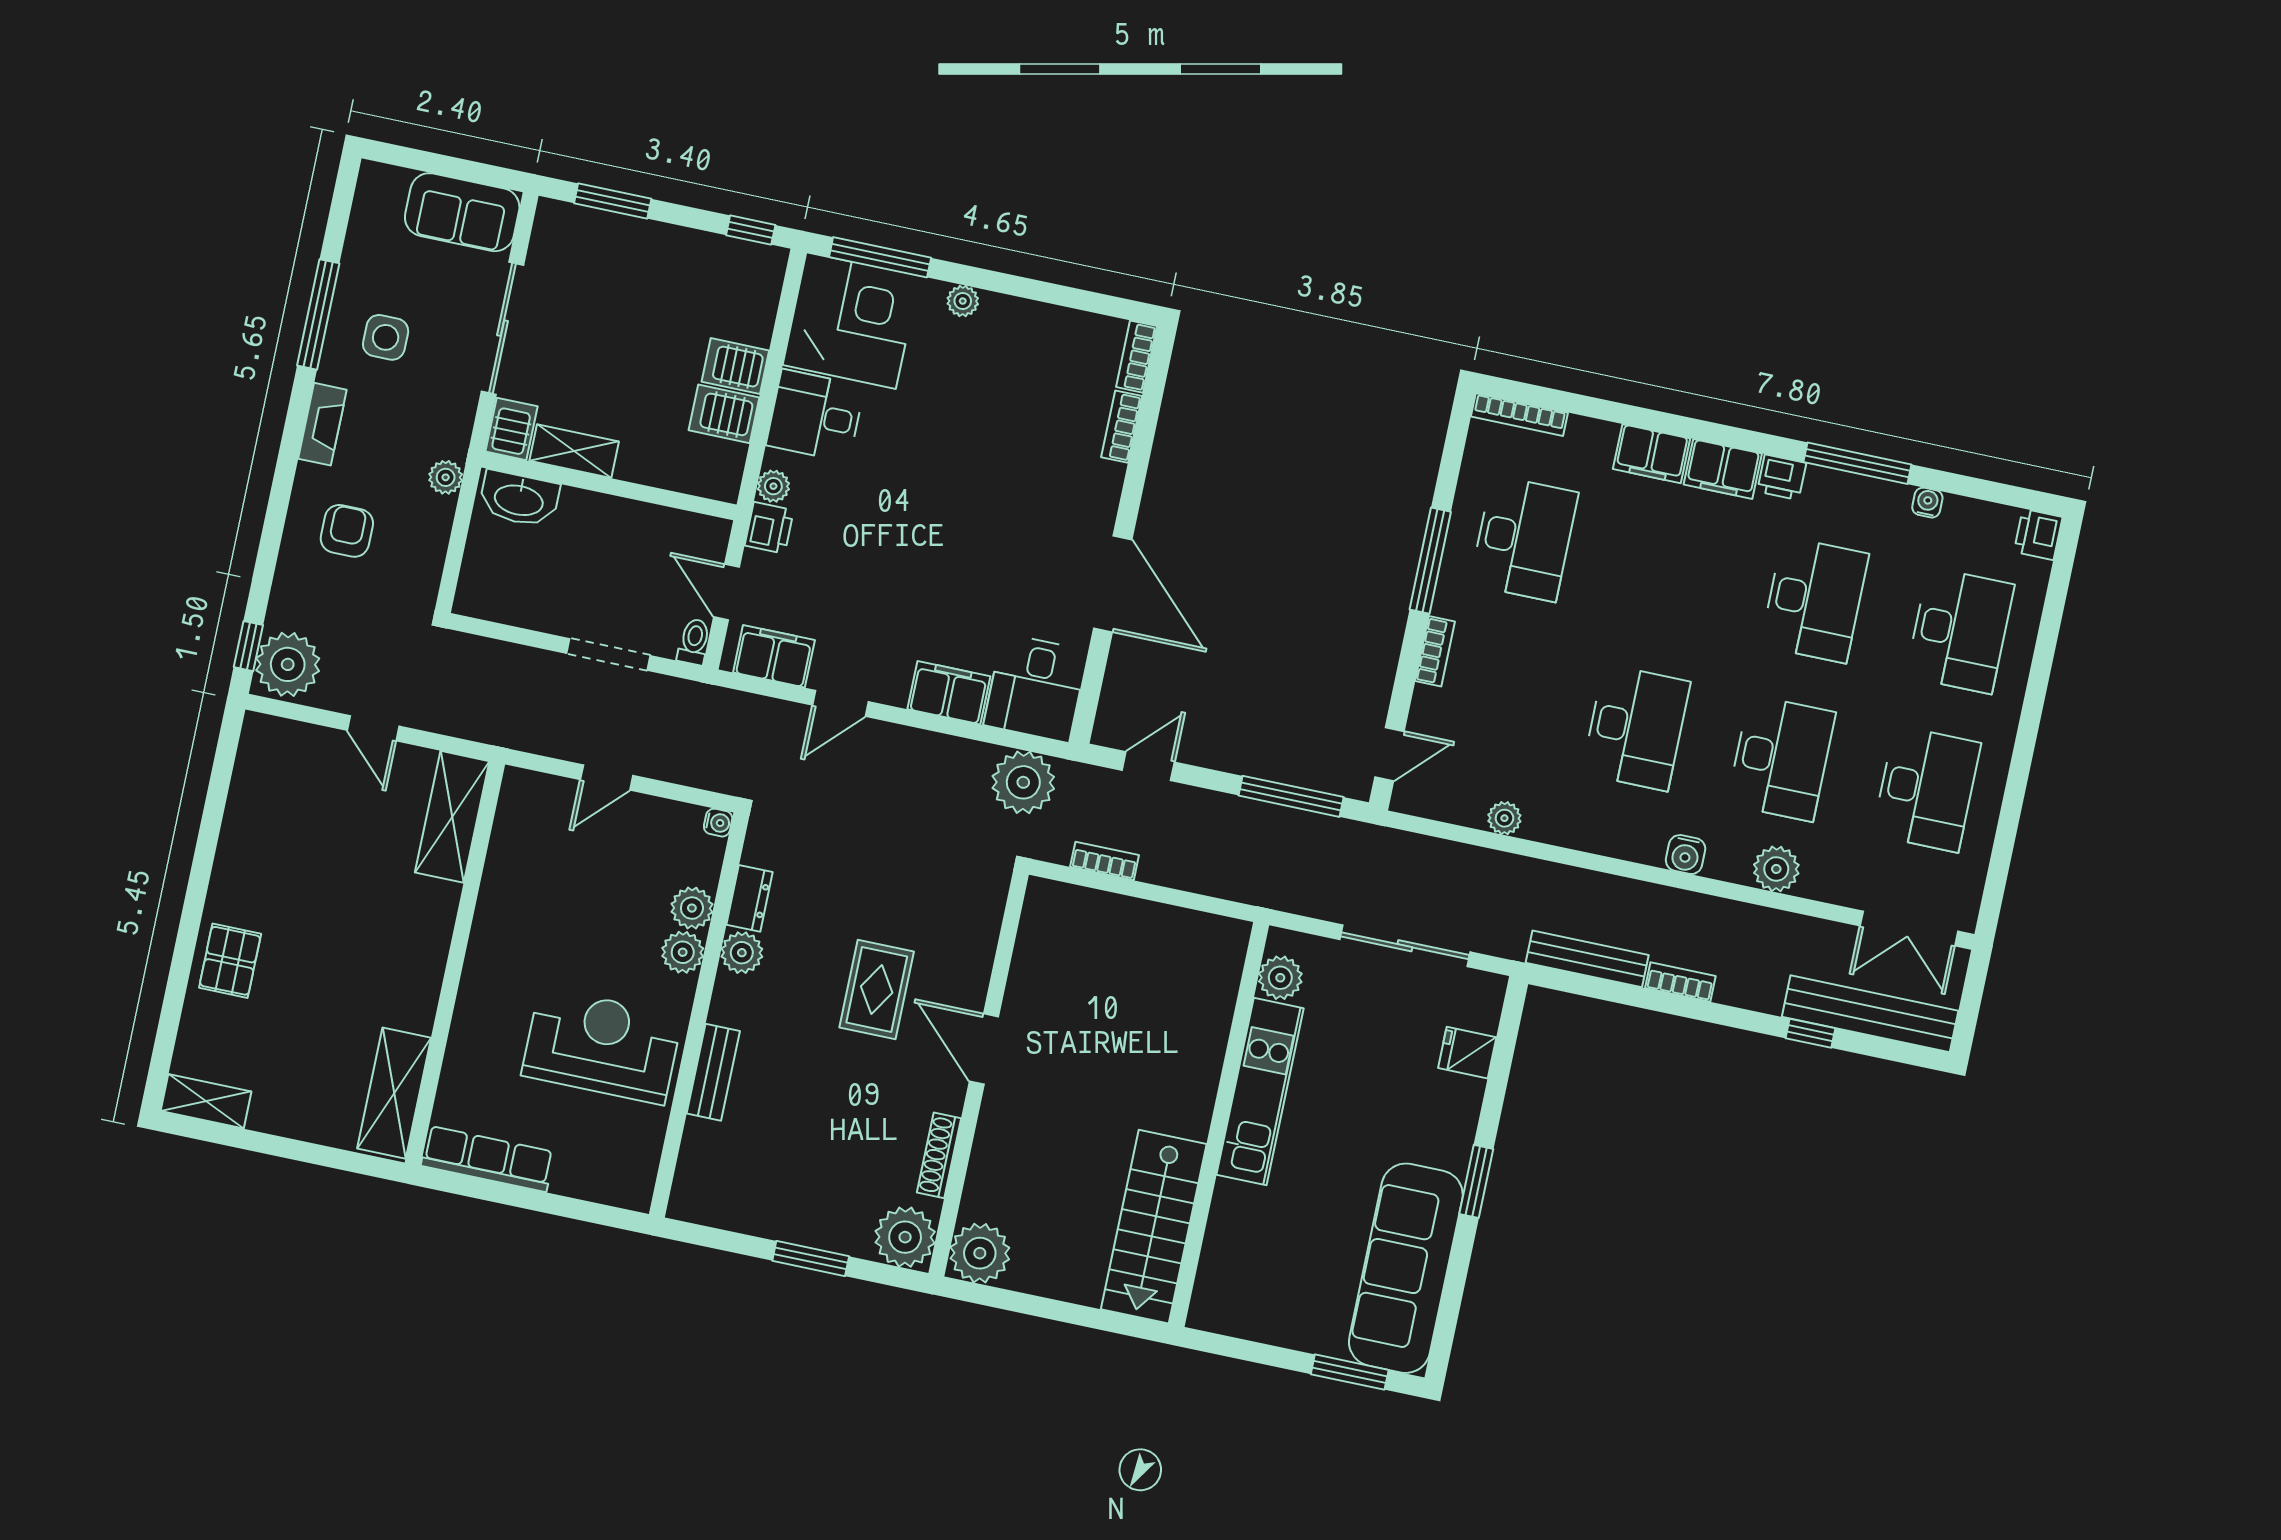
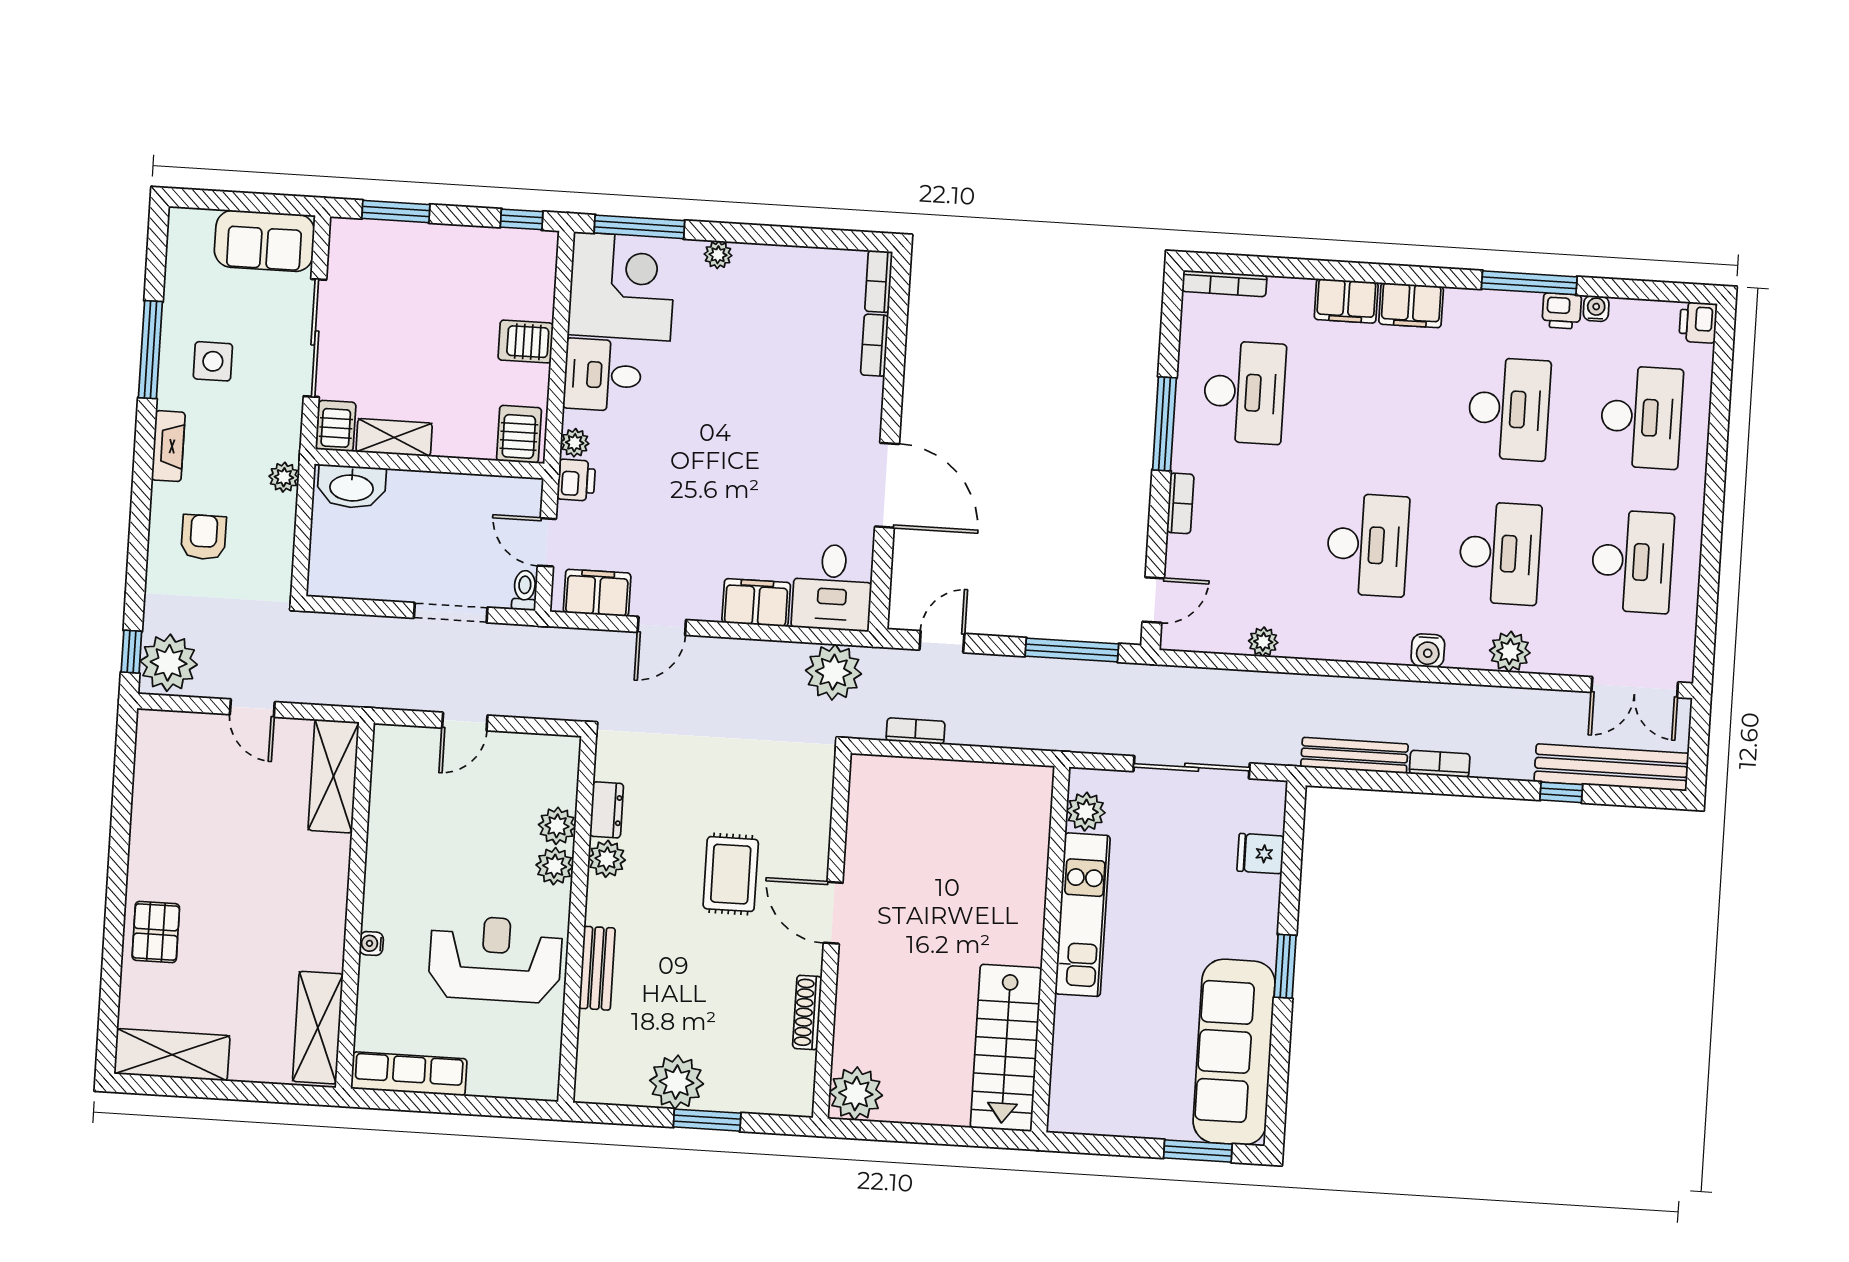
server rack: (724, 414) -> (519, 434), moved, turned 90
printer: (1782, 477) -> (1562, 311), moved
water cooler: (718, 823) -> (371, 943), moved, turned 180
shelving: (206, 1101) -> (172, 1055), width x1.50, depth x1.33
plant: (905, 1237) -> (677, 1082), moved

